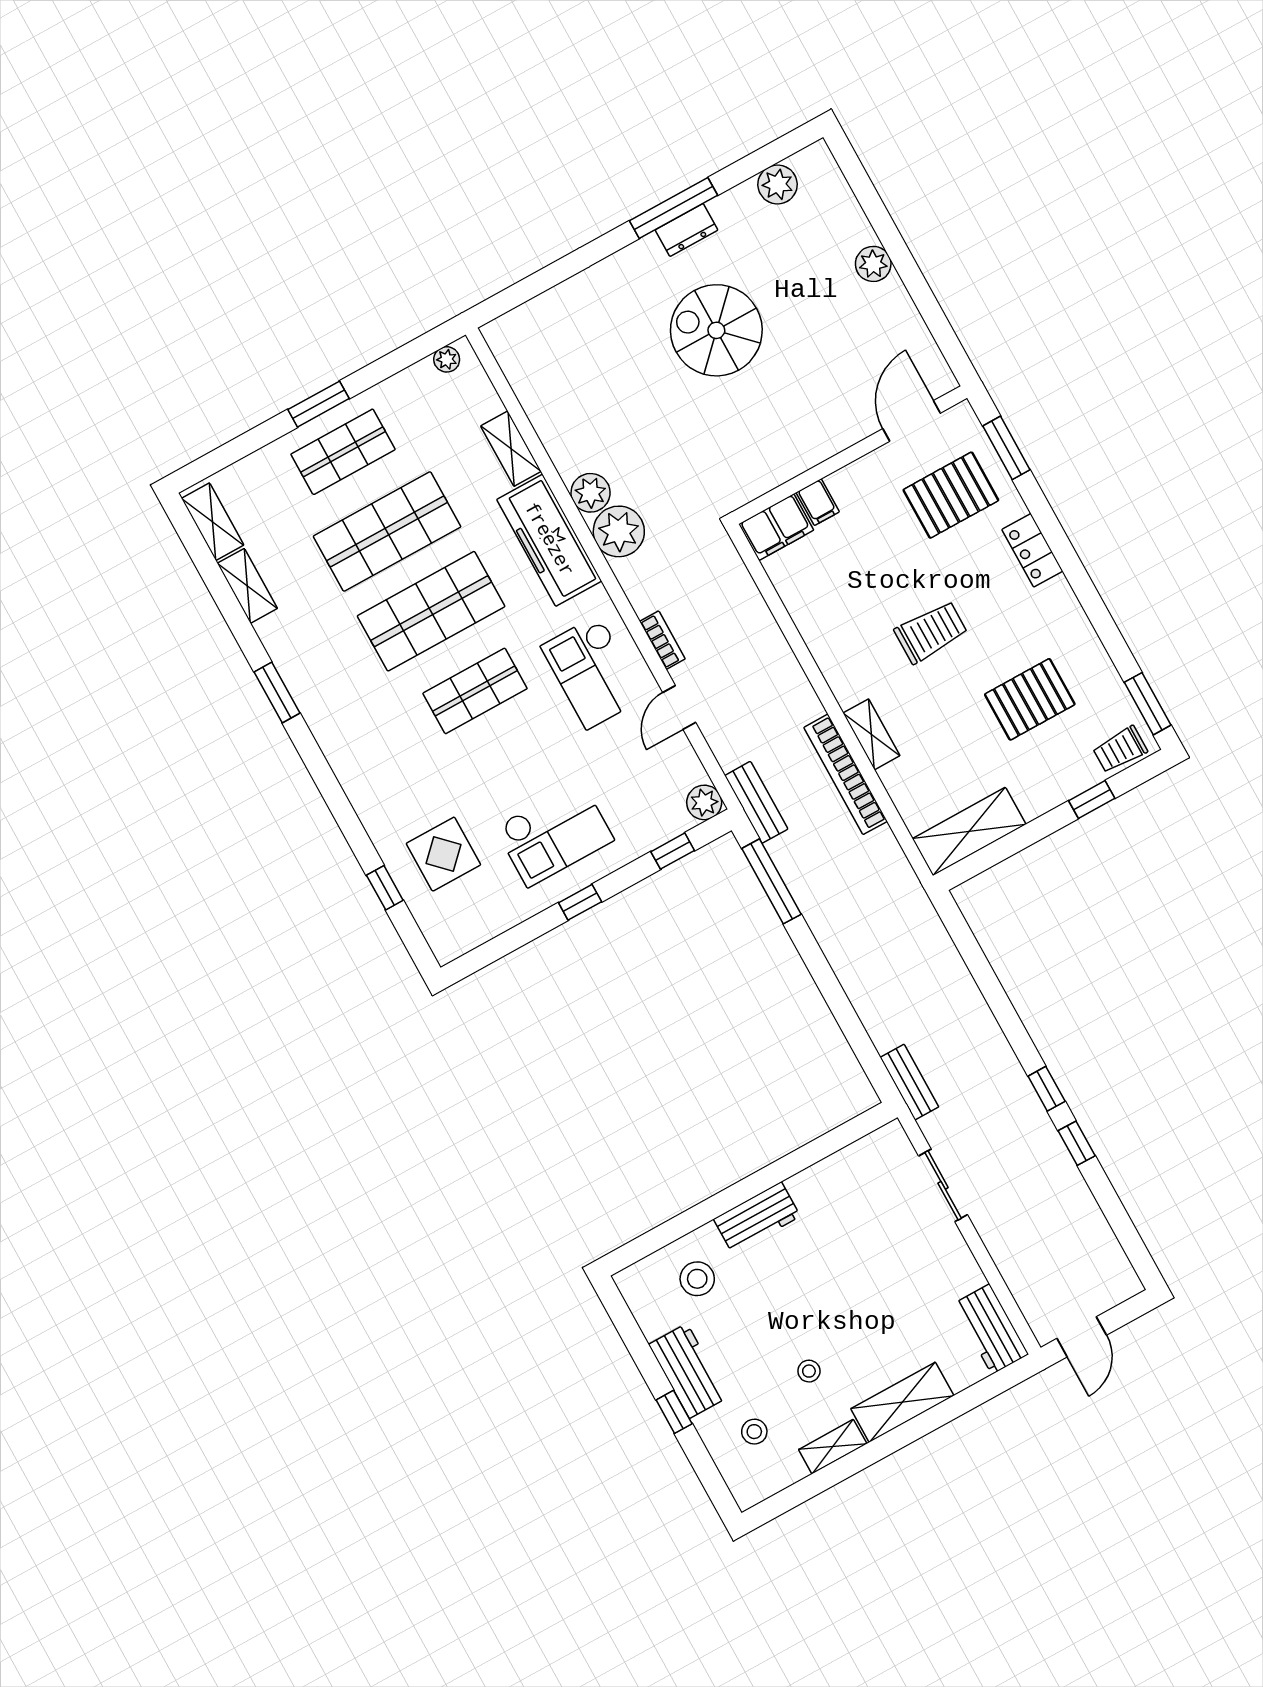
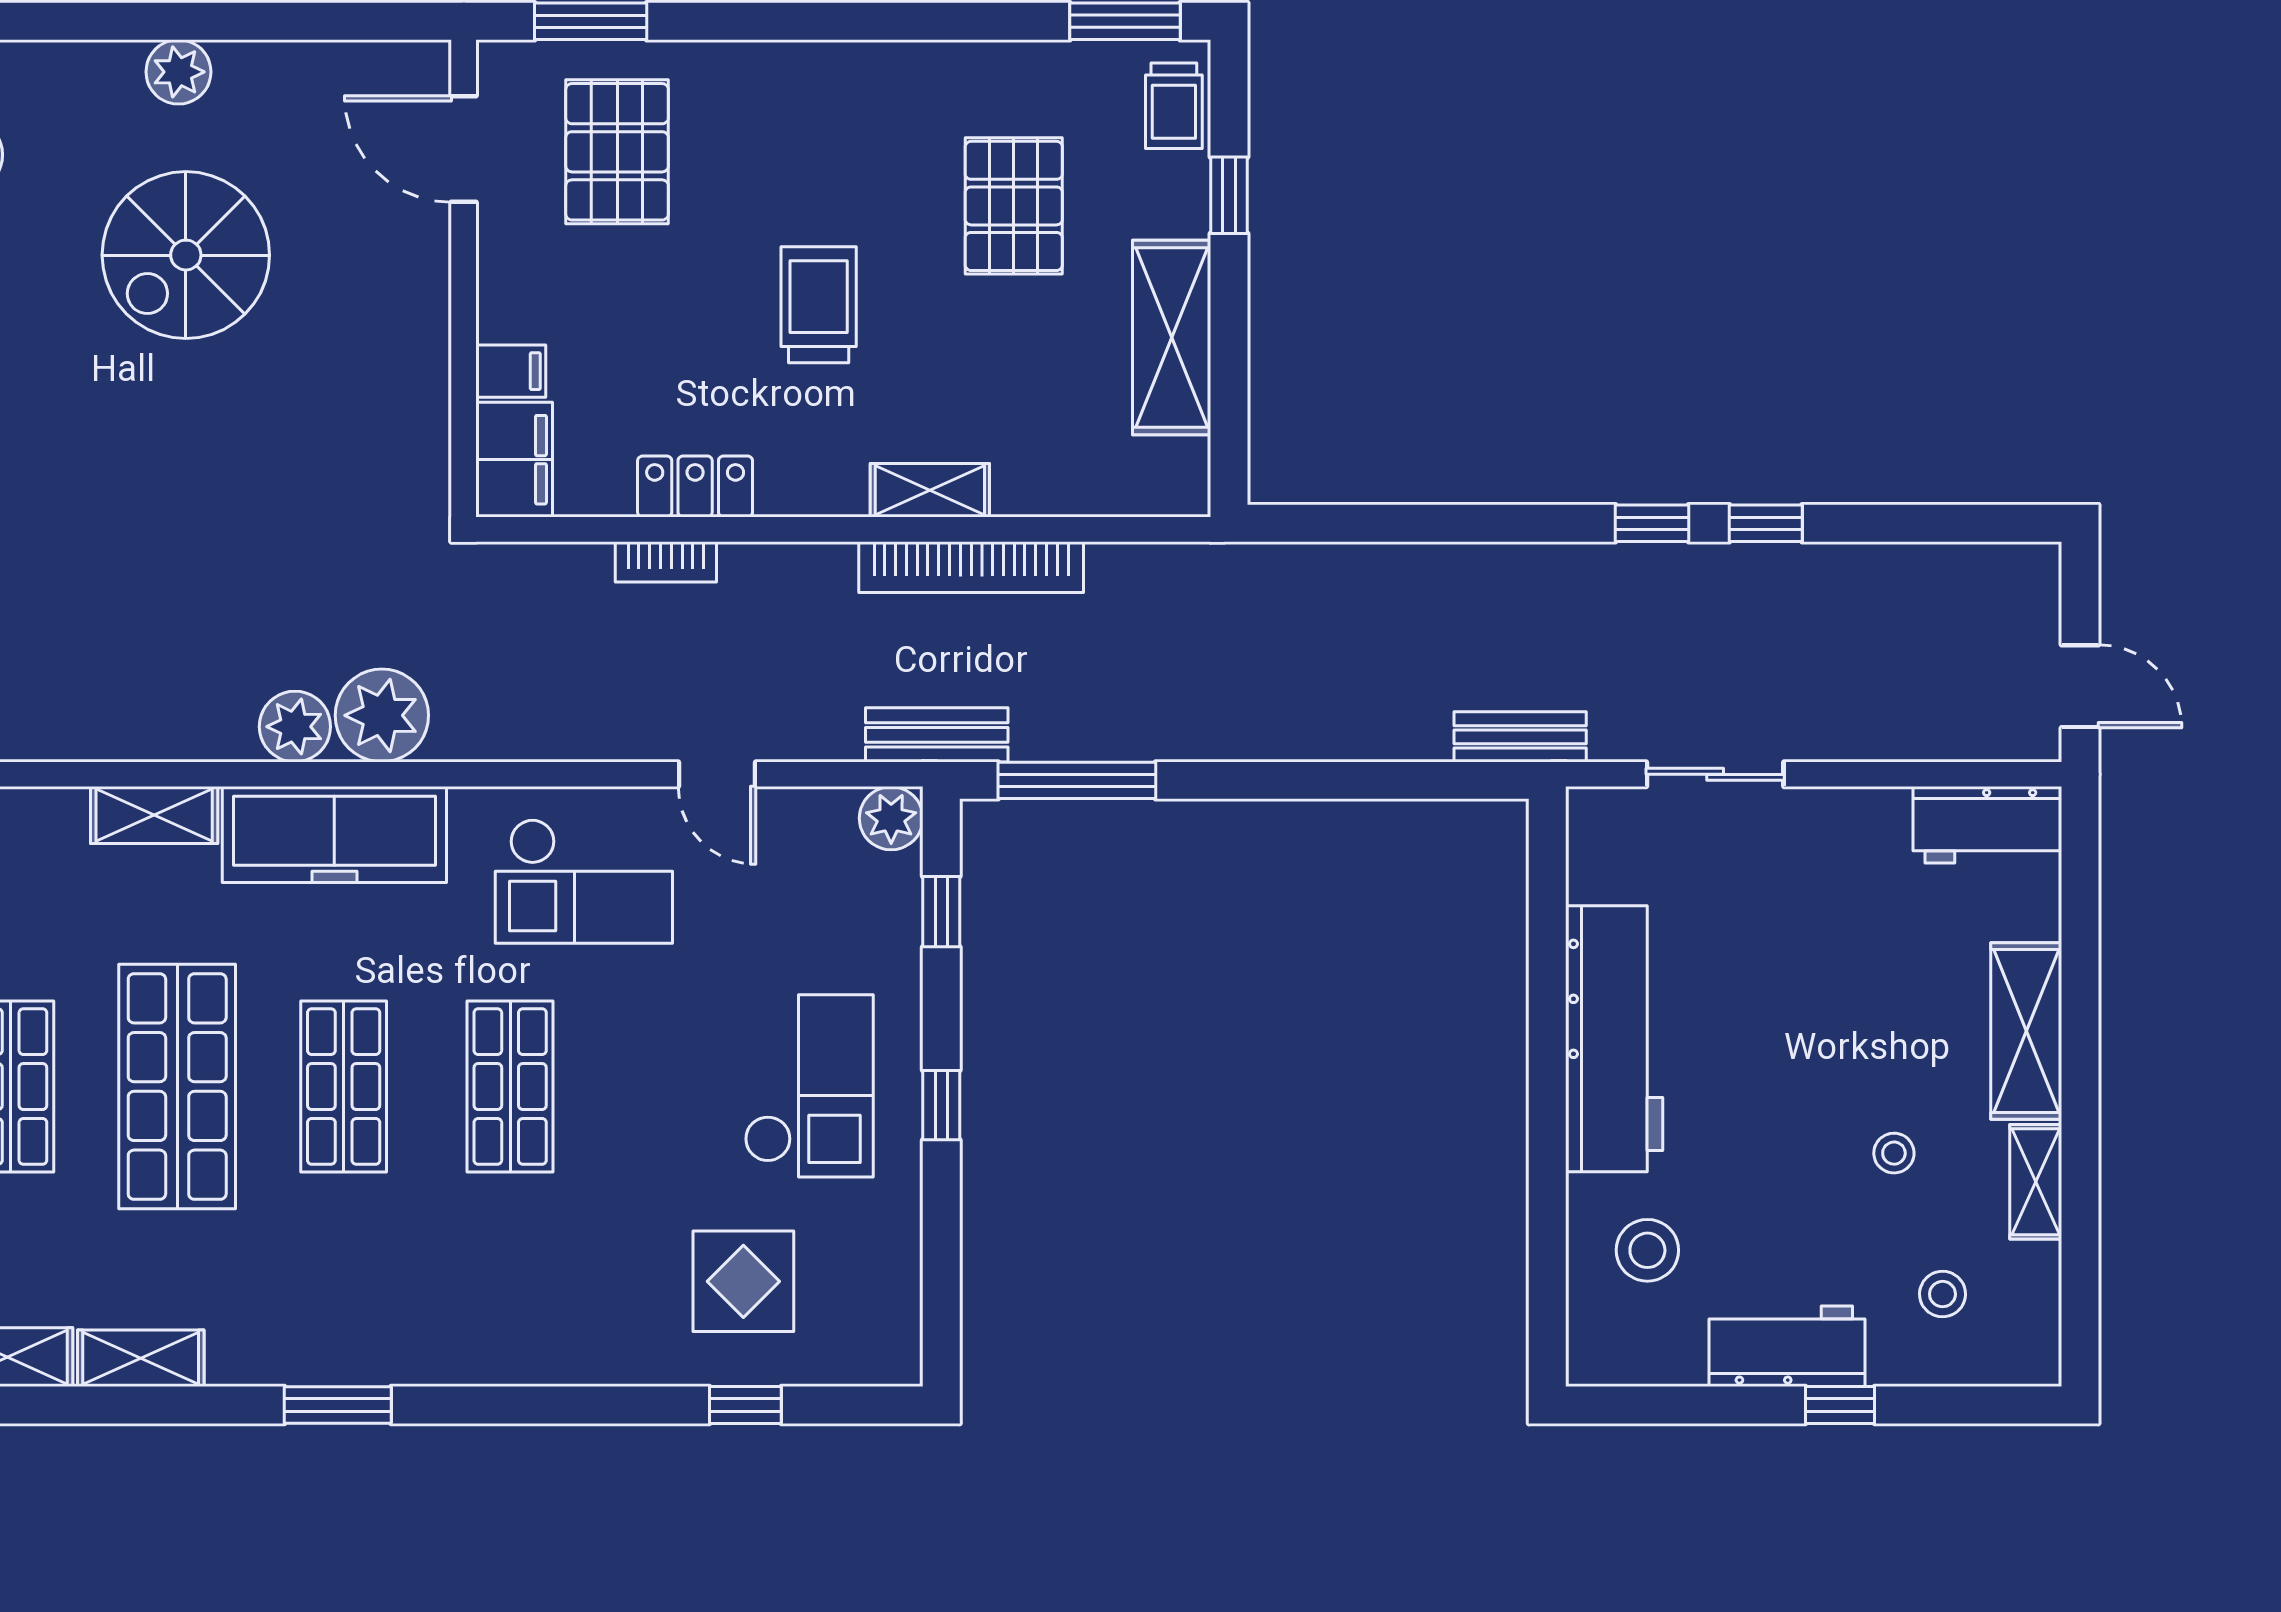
spiral stairs: (716, 330) -> (186, 255), moved
locker: (1032, 550) -> (695, 486), moved, turned 180
shop shelf: (431, 611) -> (344, 1087), width x0.70, depth x0.74
bookcase: (662, 640) -> (666, 562), moved, turned 180
shelving: (969, 831) -> (1172, 337), moved
workbench: (757, 1218) -> (1614, 1039), width x1.88, depth x1.32

